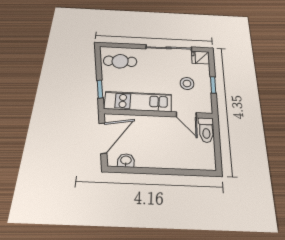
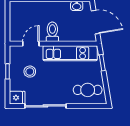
door: (186, 115) -> (31, 44), hinge flipped
toilet: (206, 130) -> (52, 32), moved
door: (103, 138) -> (96, 22), swing flipped

